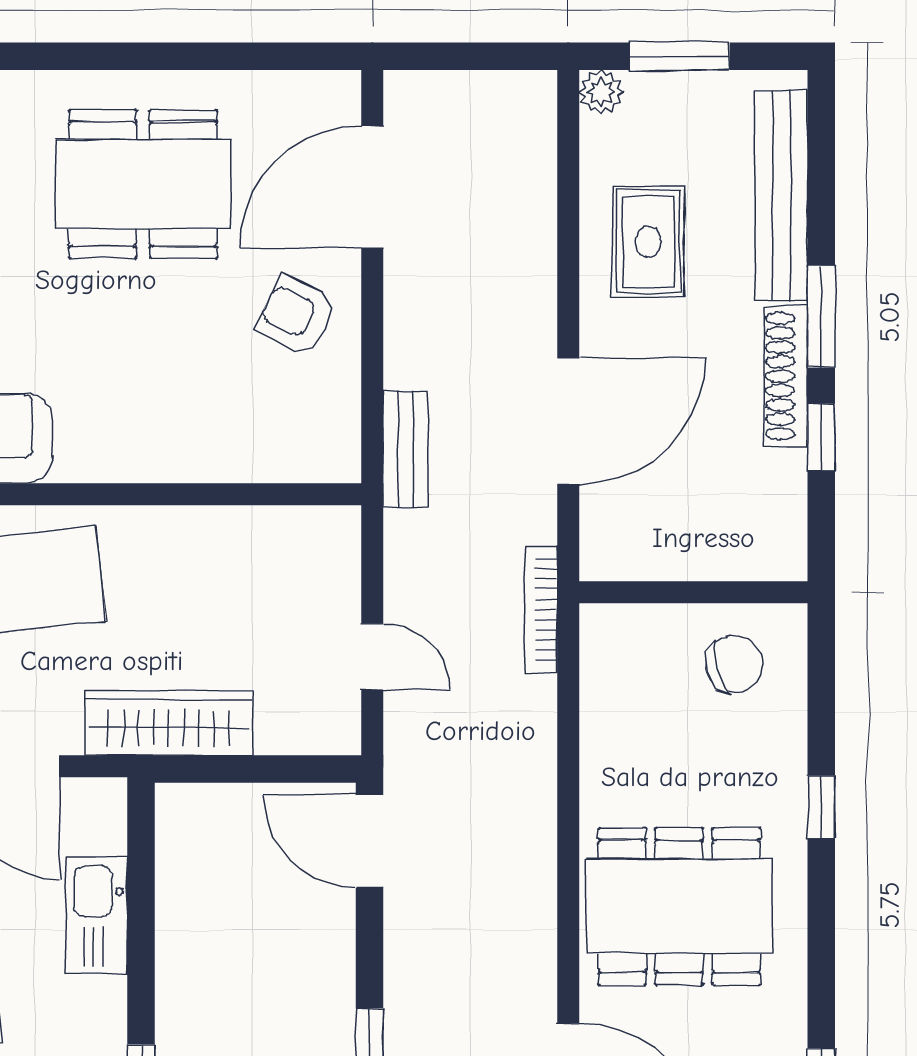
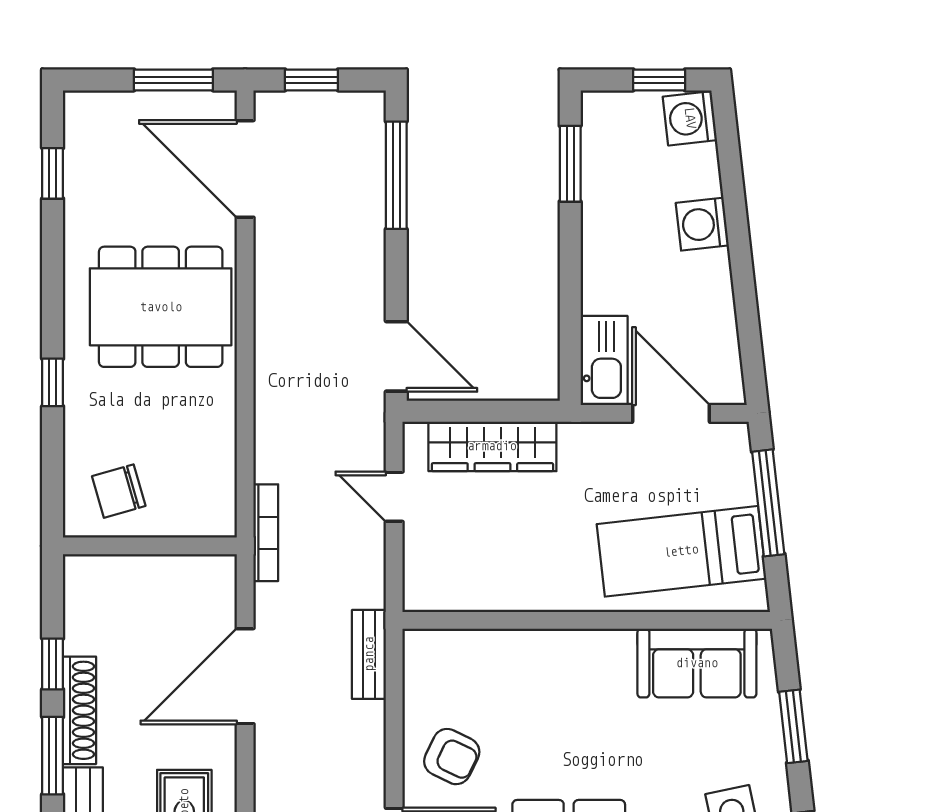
wardrobe: (169, 723) -> (492, 446), moved
kitchen sink: (97, 915) -> (604, 360), moved

